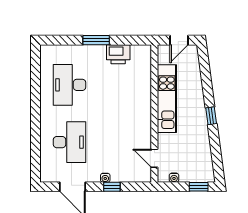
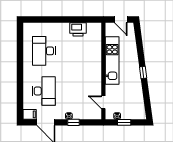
window: (96, 40) -> (63, 20), removed
door: (179, 40) -> (121, 20), hinge flipped
filing cabinet: (49, 175) -> (30, 114), added
window: (199, 187) -> (124, 122), moved

